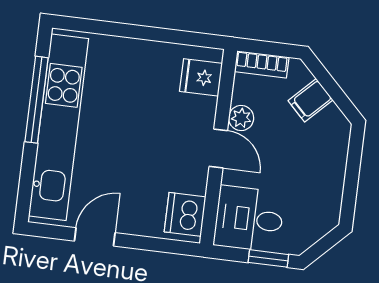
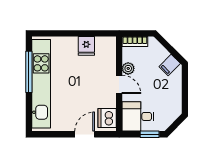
fridge: (201, 77) -> (86, 46), moved, turned -90
filing cabinet: (310, 100) -> (170, 65), moved
door: (95, 237) -> (85, 134), moved

